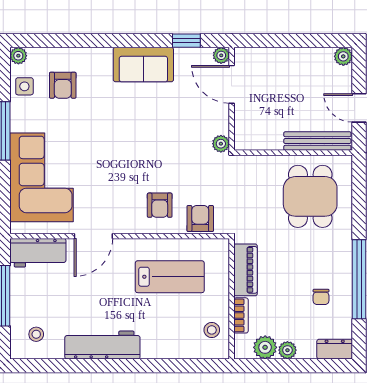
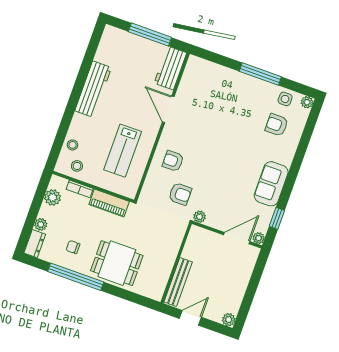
corner sofa: (41, 177) -> (220, 89), removed
dining table: (310, 196) -> (117, 263), moved
armchair: (200, 218) -> (180, 194), moved
stool: (36, 334) -> (73, 145), moved
plant: (287, 350) -> (41, 224), moved

